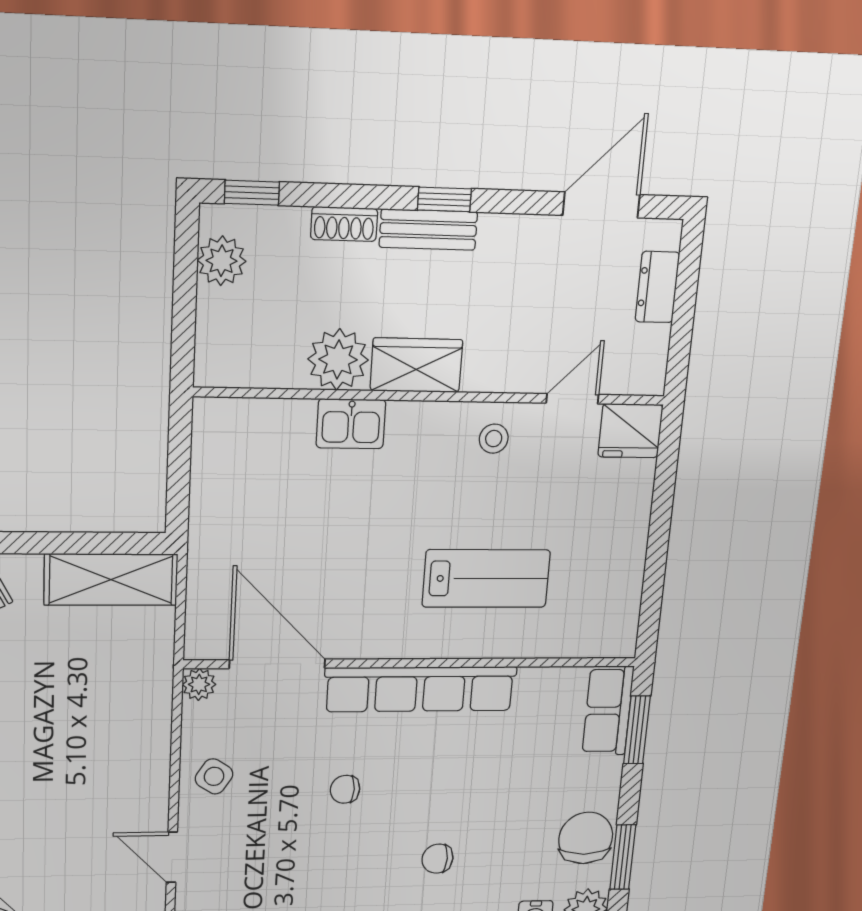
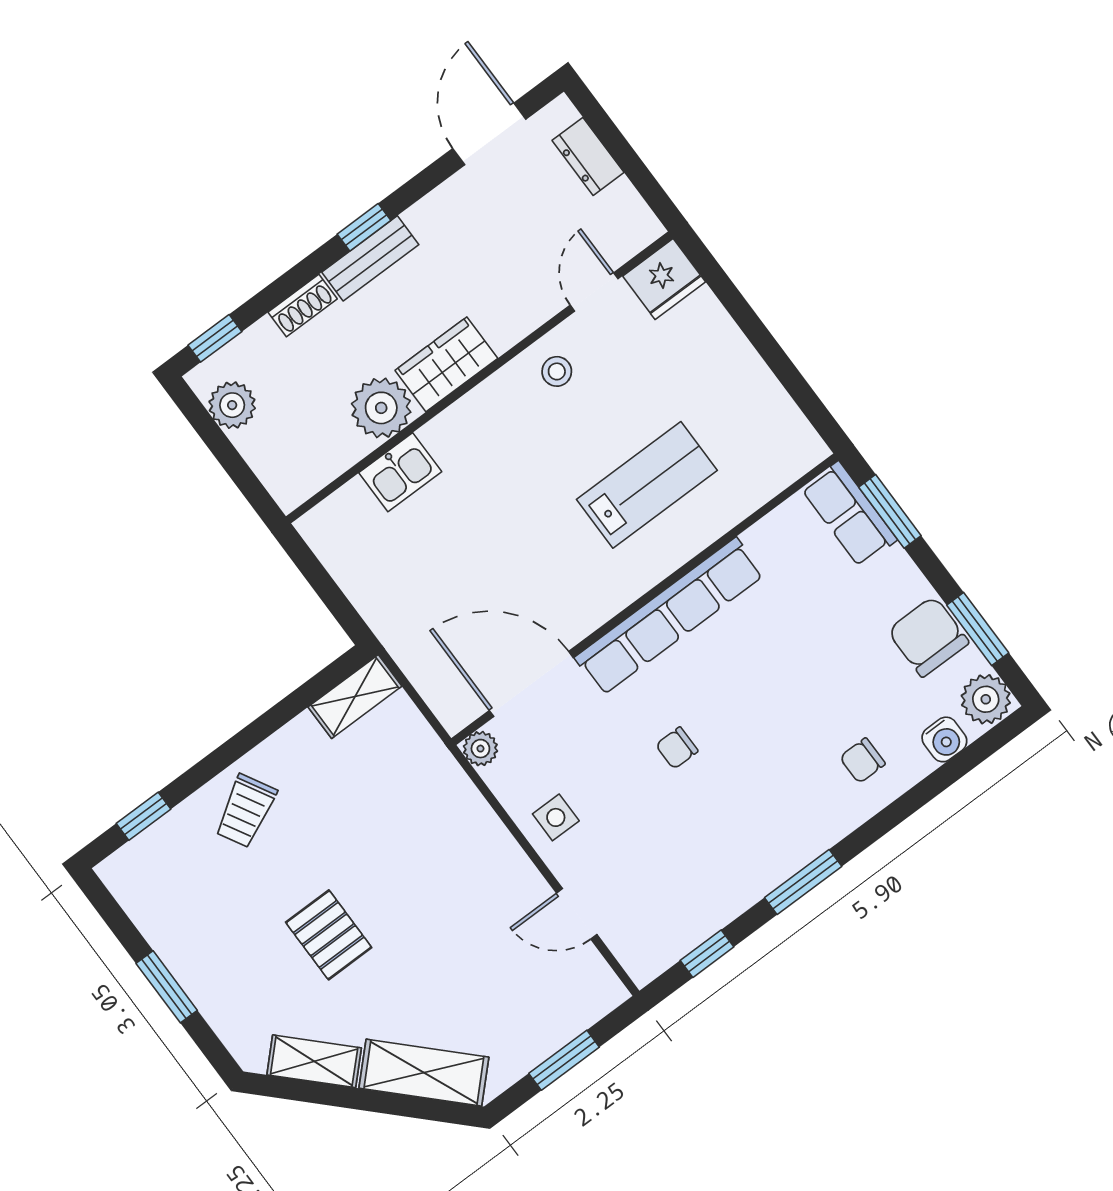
kitchen sink: (351, 424) -> (400, 472), moved
shelving: (111, 580) -> (355, 697), width x0.67, depth x0.75
side table: (214, 776) -> (556, 817), turned -33
chair: (437, 859) -> (862, 761), moved

